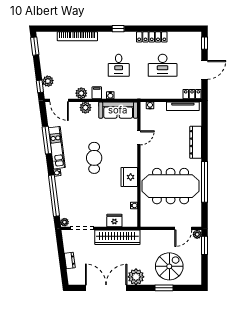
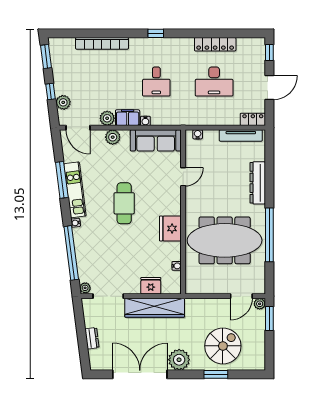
locker: (152, 37) -> (215, 44), moved
window: (40, 86) -> (50, 92), moved
filing cabinet: (97, 93) -> (128, 118), width x2.00

